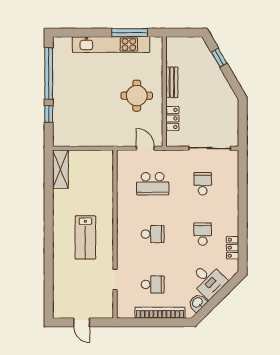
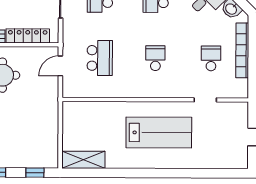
window: (49, 114) -> (35, 173), moved
locker: (172, 118) -> (28, 36), width x1.53
lab bench: (85, 237) -> (159, 132), width x1.36, depth x1.39

